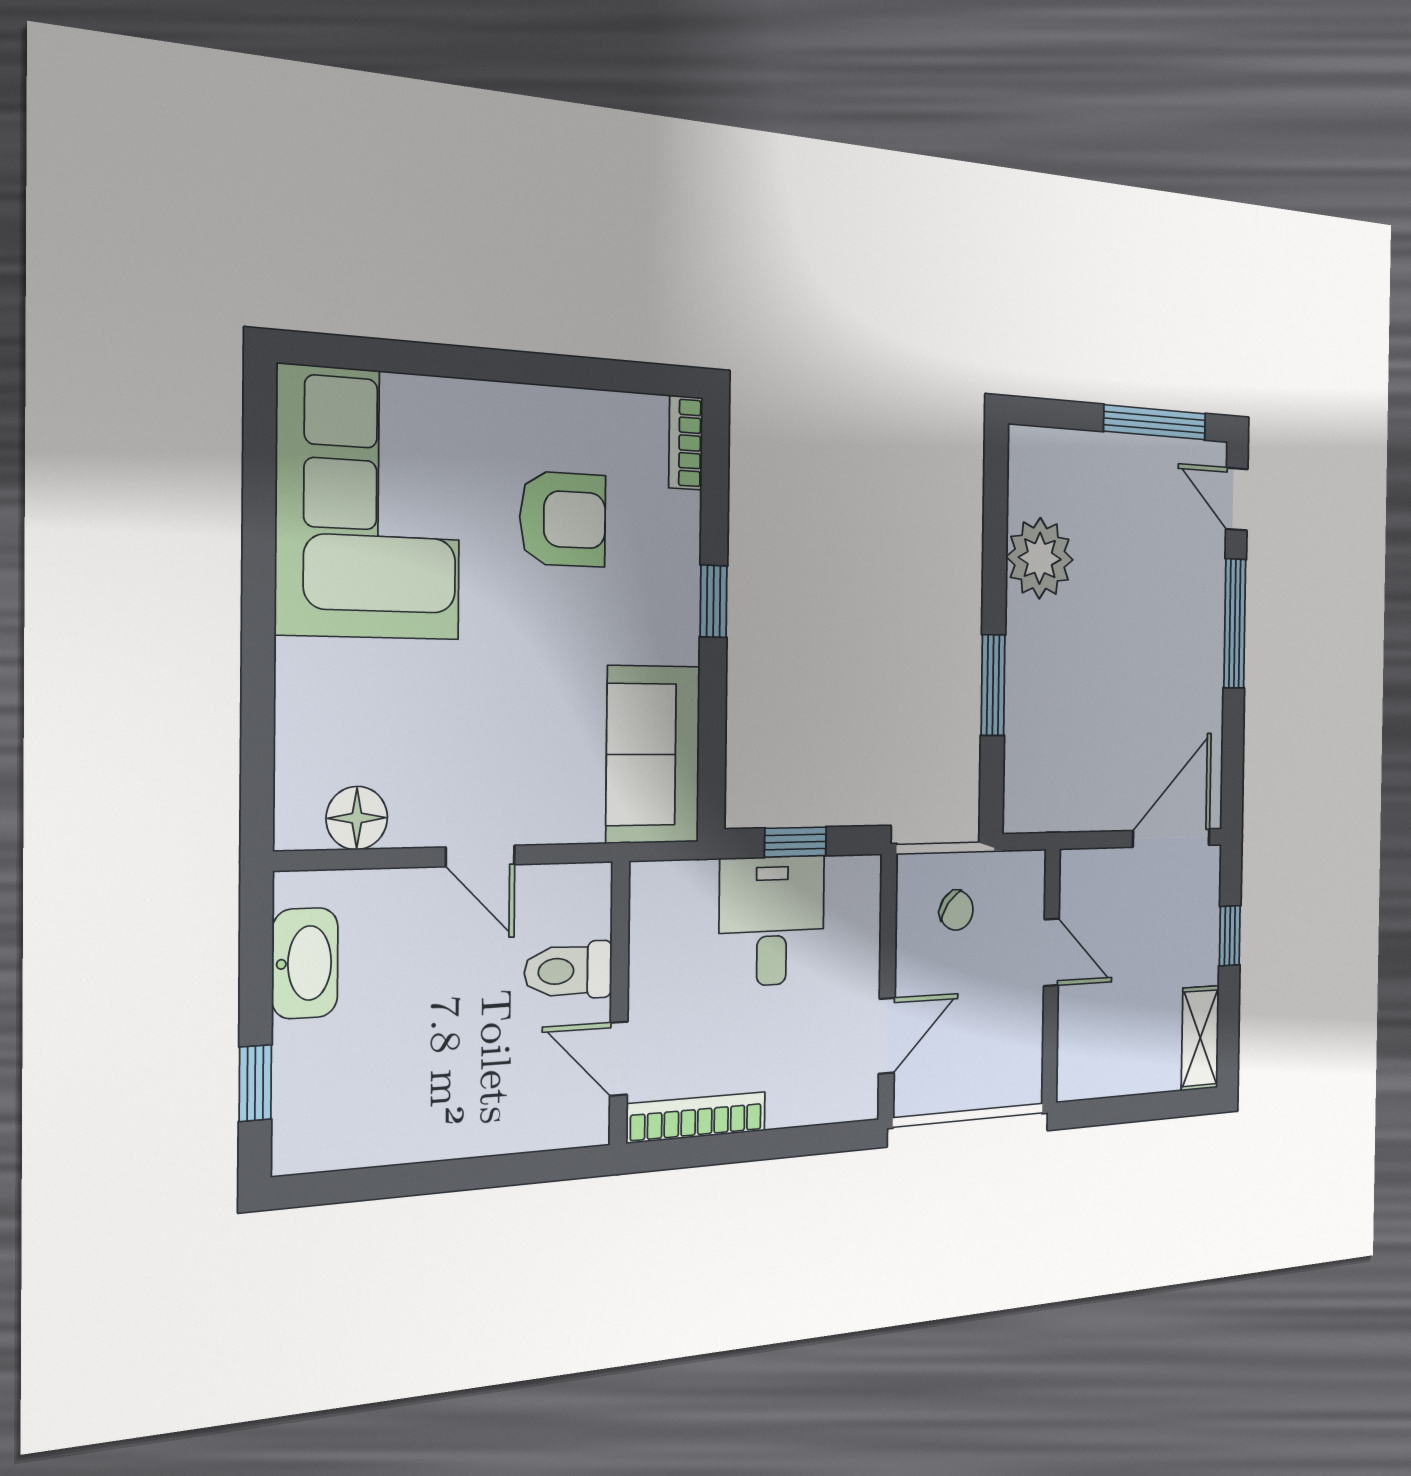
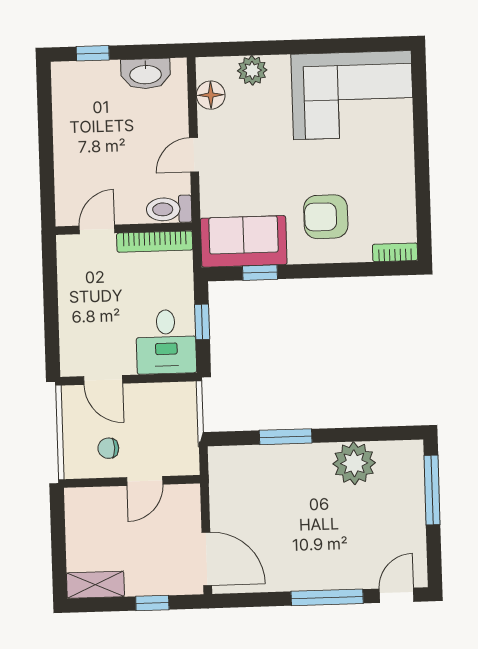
window: (1155, 422) -> (432, 490), moved
armchair: (563, 519) -> (326, 217), moved, turned 90
window: (714, 601) -> (260, 273), moved
plant: (307, 724) -> (252, 70), added
chair: (956, 910) -> (108, 448), moved, turned 52
desk: (772, 921) -> (166, 342), moved, turned 90
toilet: (568, 971) -> (169, 209), moved, turned -90
bookcase: (697, 1117) -> (155, 242), moved, turned 90

